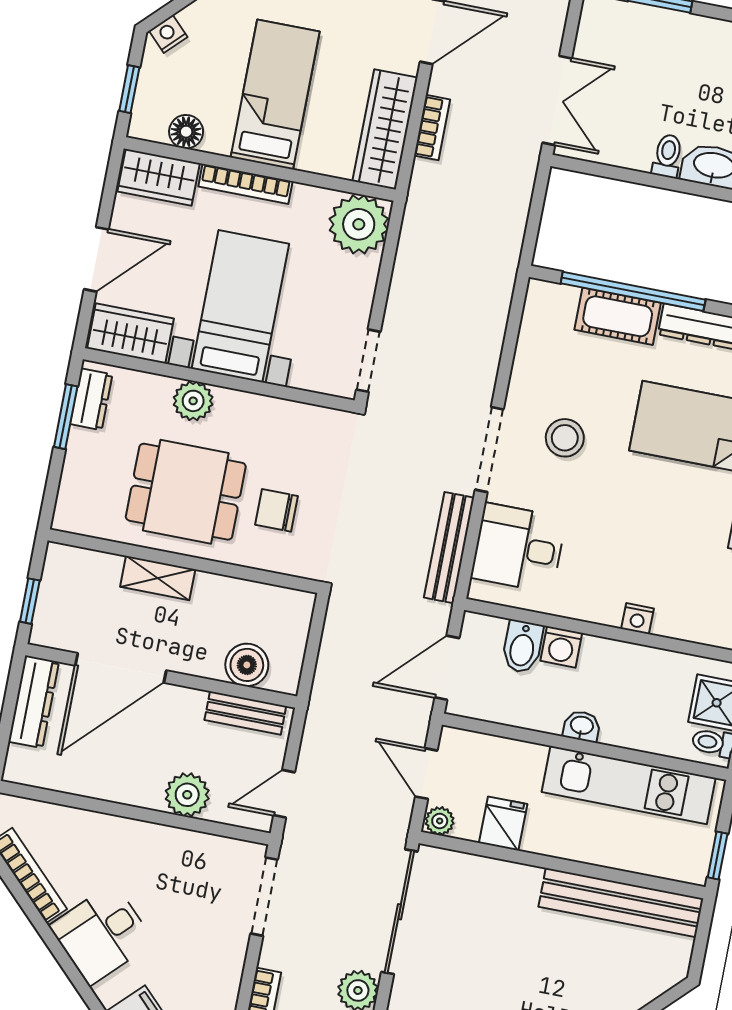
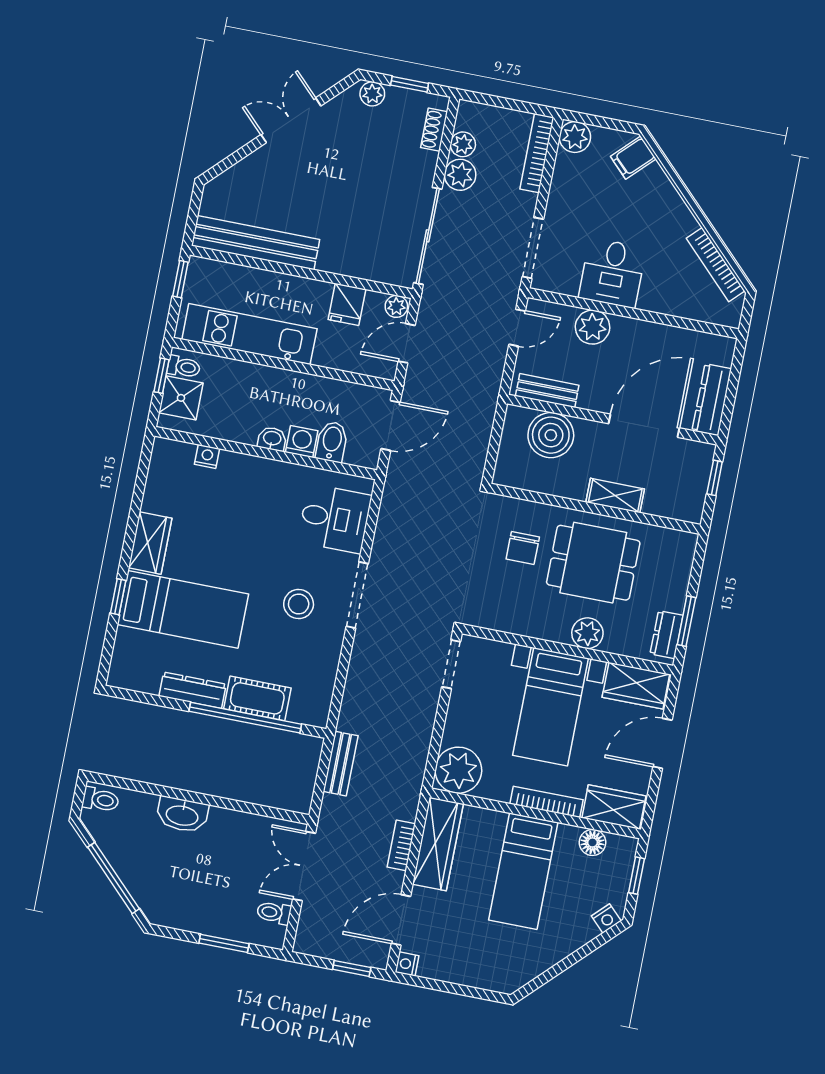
toilet: (667, 156) -> (274, 913), moved, turned 90
chair: (277, 510) -> (523, 548), turned 90
bench: (449, 548) -> (341, 764), moved, width x0.73
nightstand: (638, 619) -> (207, 456), moved
boiler: (247, 665) -> (551, 435), width x1.37, depth x1.37
washbasin: (582, 726) -> (272, 439), moved, turned 180
door: (426, 774) -> (407, 343), swing flipped
desk: (102, 934) -> (612, 273), moved, turned 135

